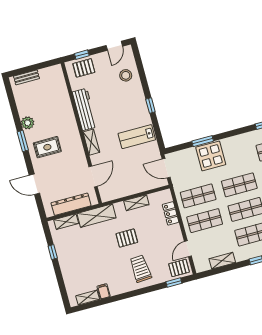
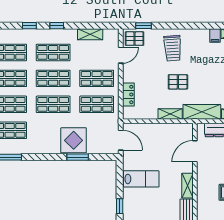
shelving: (136, 203) -> (170, 114), moved

